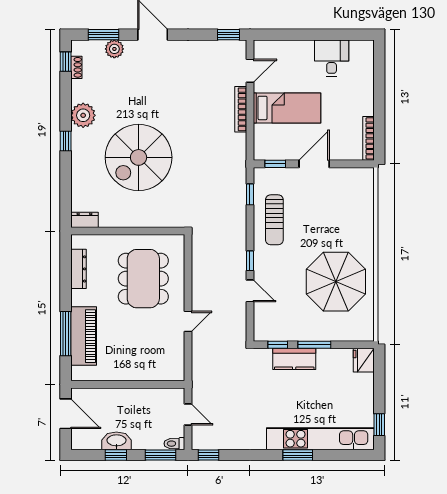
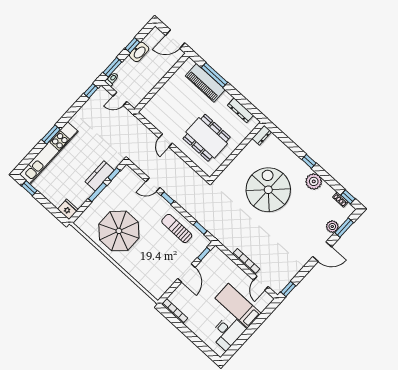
desk: (332, 58) -> (228, 332), width x1.37
bed: (287, 108) -> (238, 306), moved, turned 90

